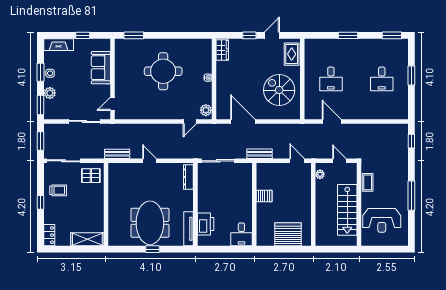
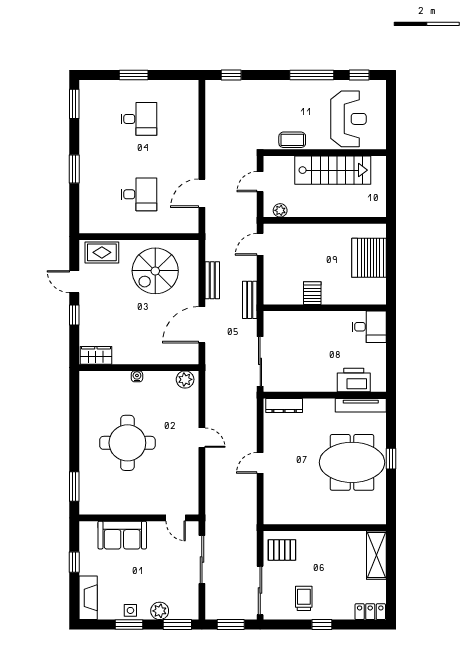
door: (190, 121) -> (202, 438), moved
bench: (117, 154) -> (212, 280), moved
pallet: (91, 176) -> (282, 550), turned 90
window: (411, 228) -> (359, 75), added

